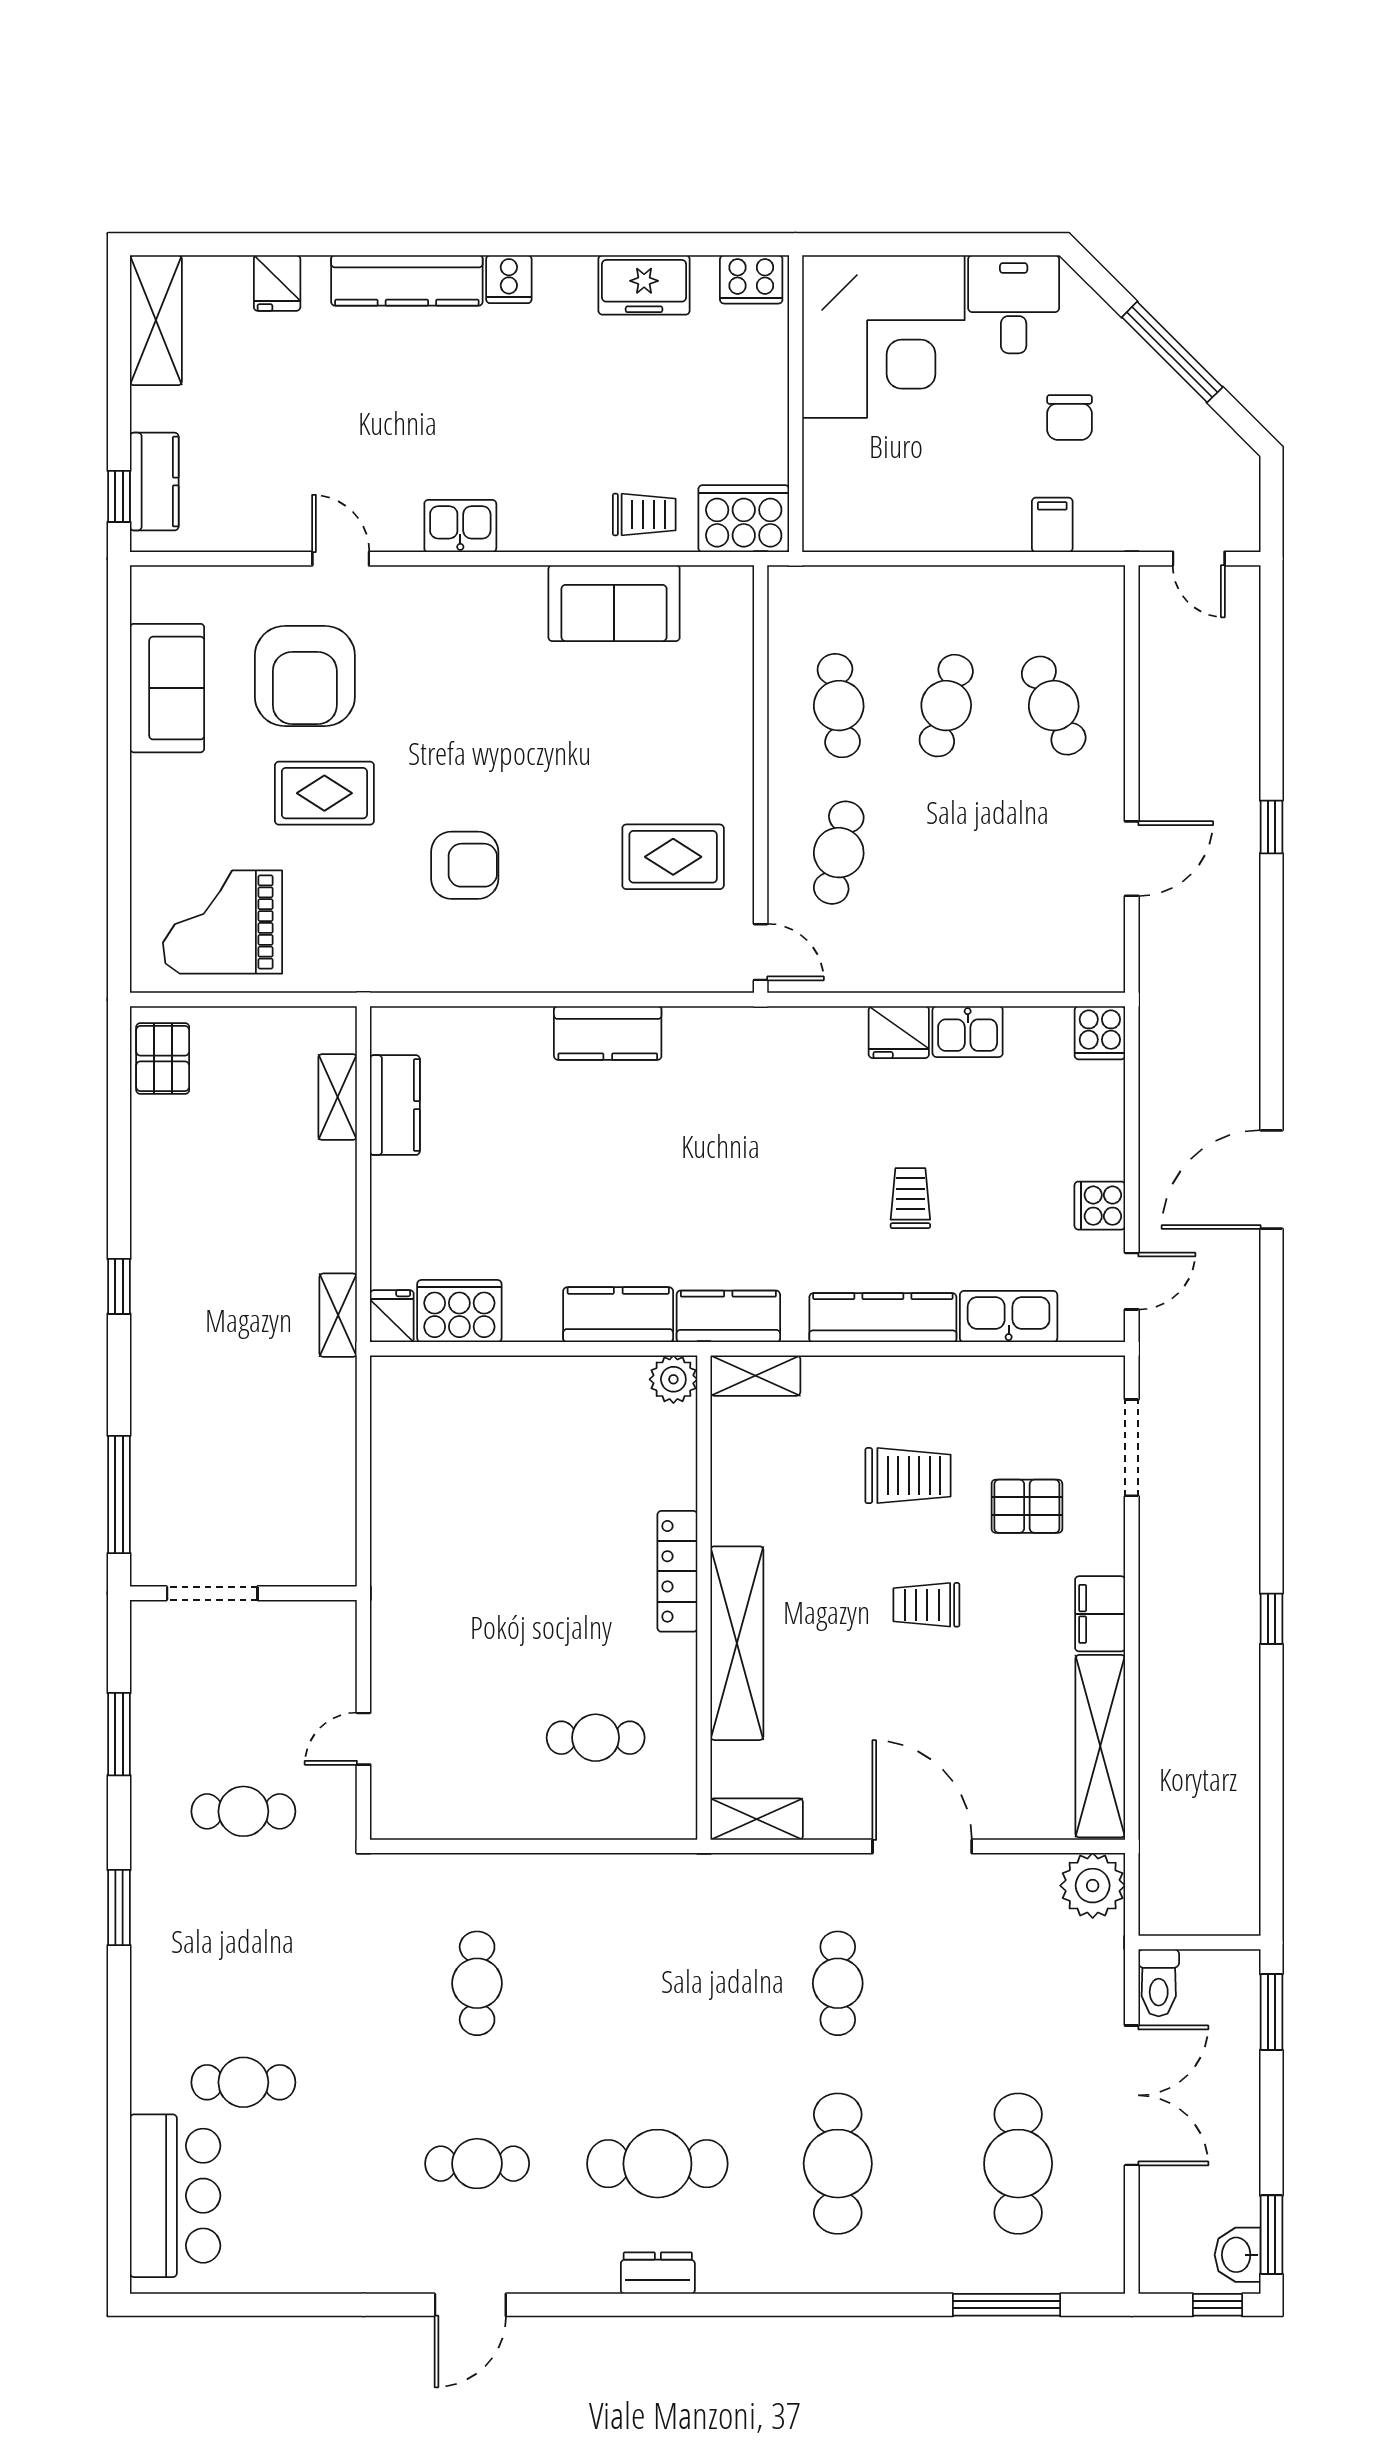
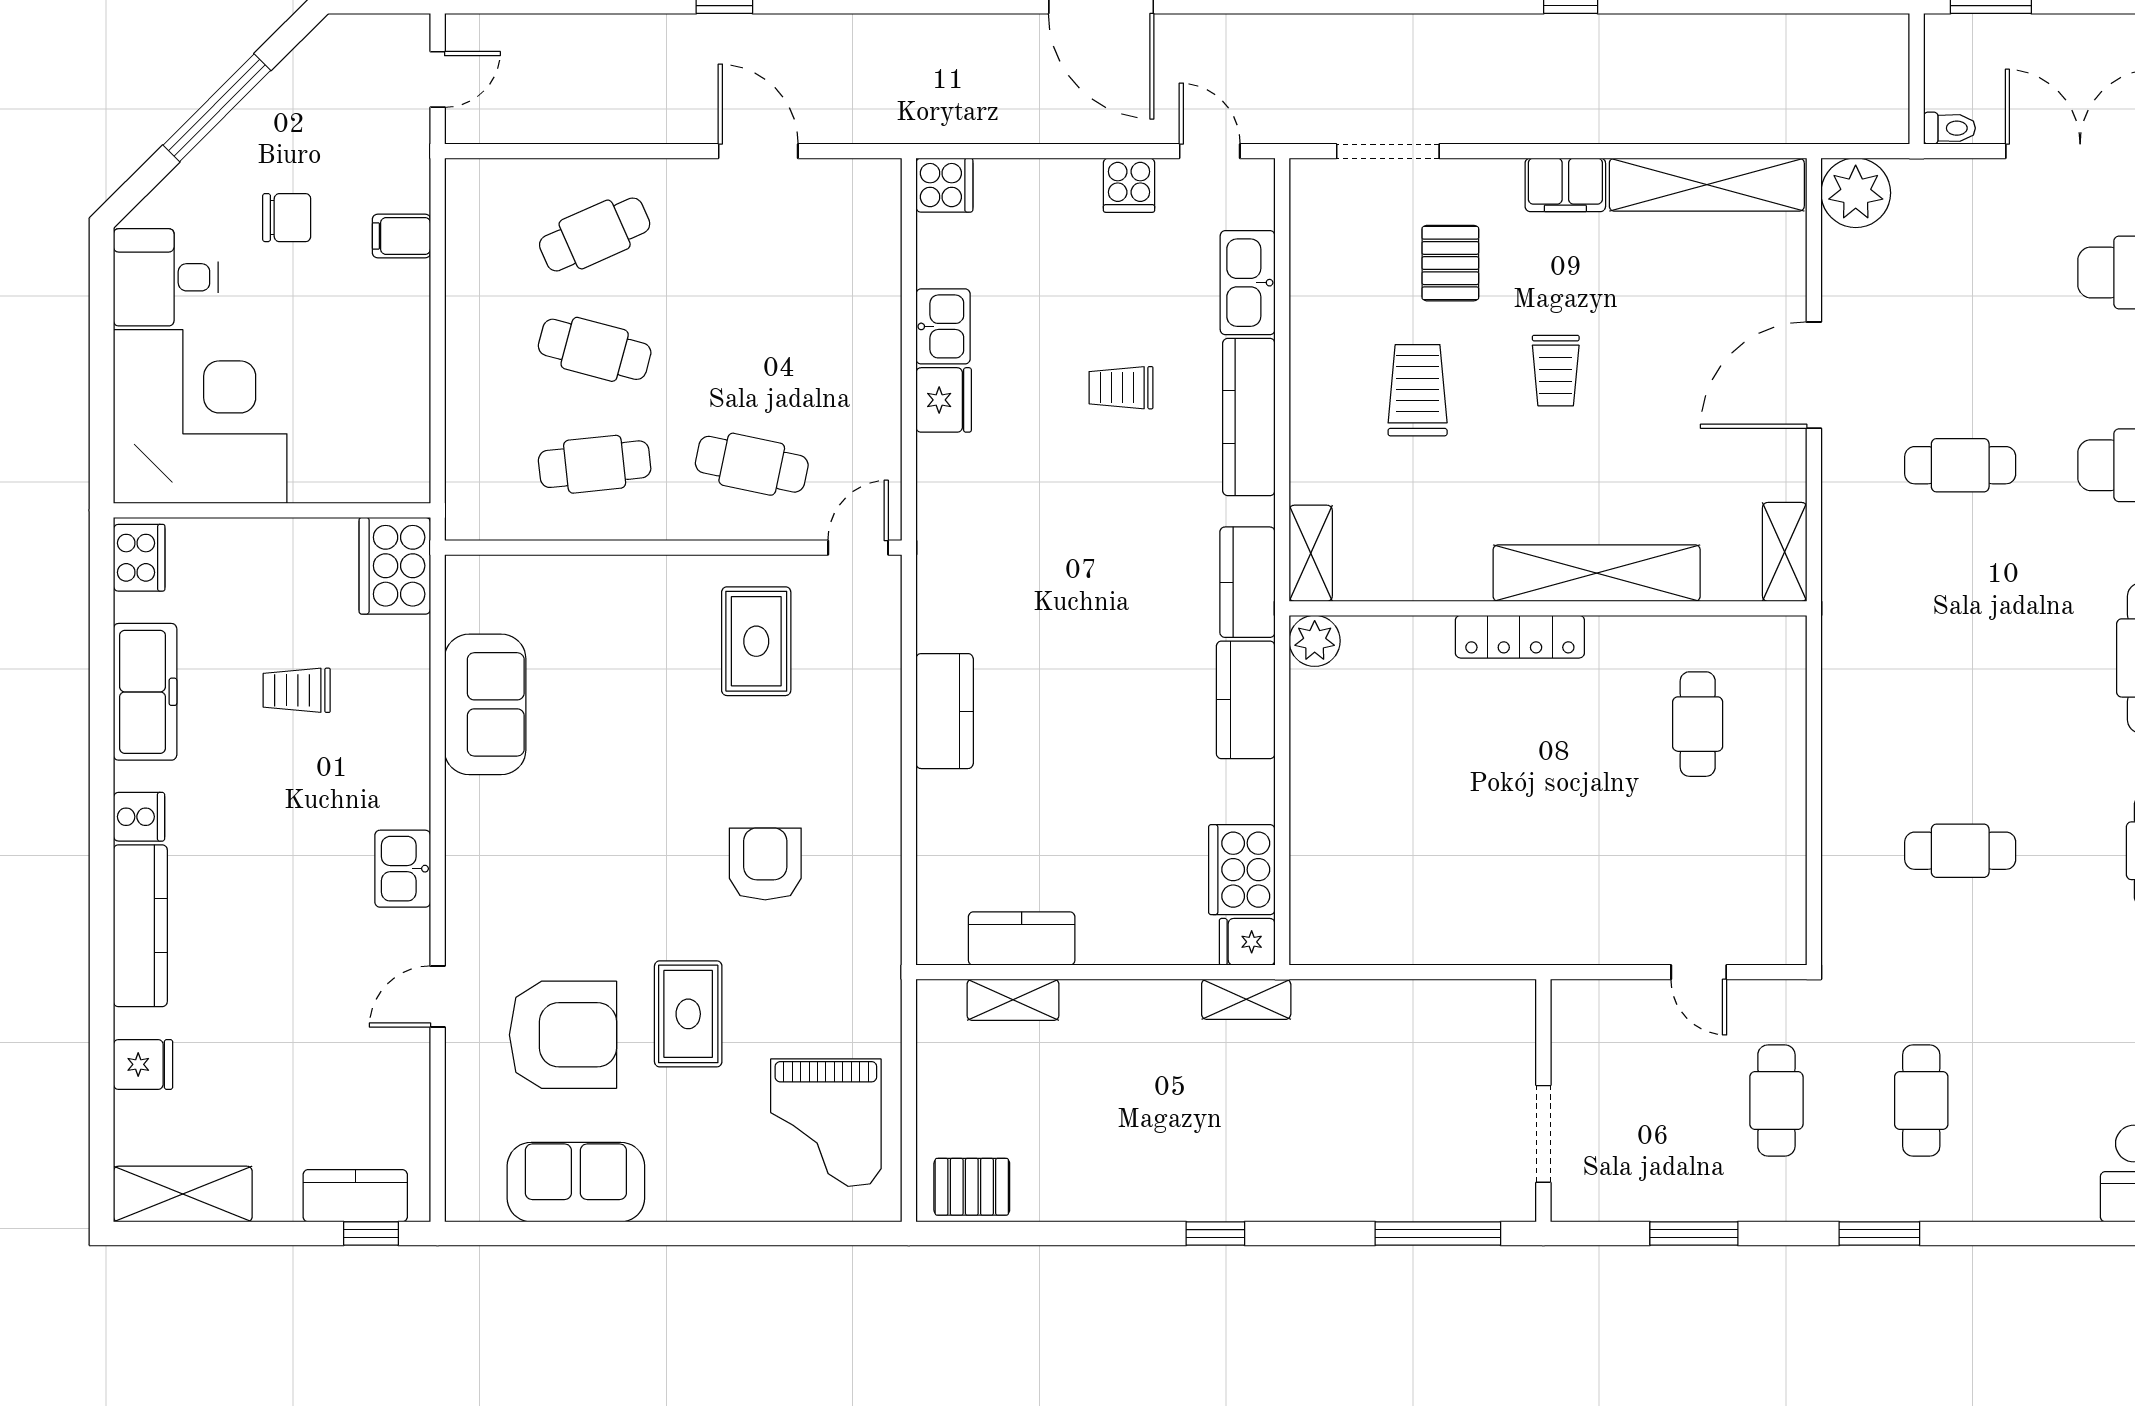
freezer: (644, 285) -> (145, 692), width x1.40
trolley: (644, 514) -> (297, 690), moved, turned -90
toilet: (1159, 1983) -> (1950, 128), width x0.73, depth x0.72
cafe table: (243, 2082) -> (1921, 1100), moved

